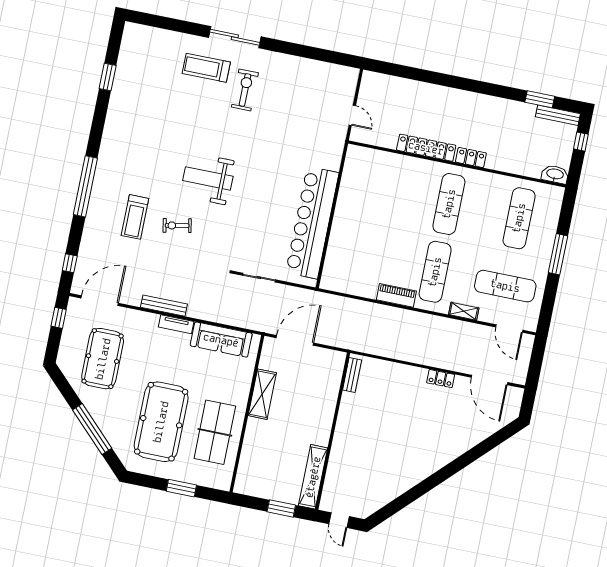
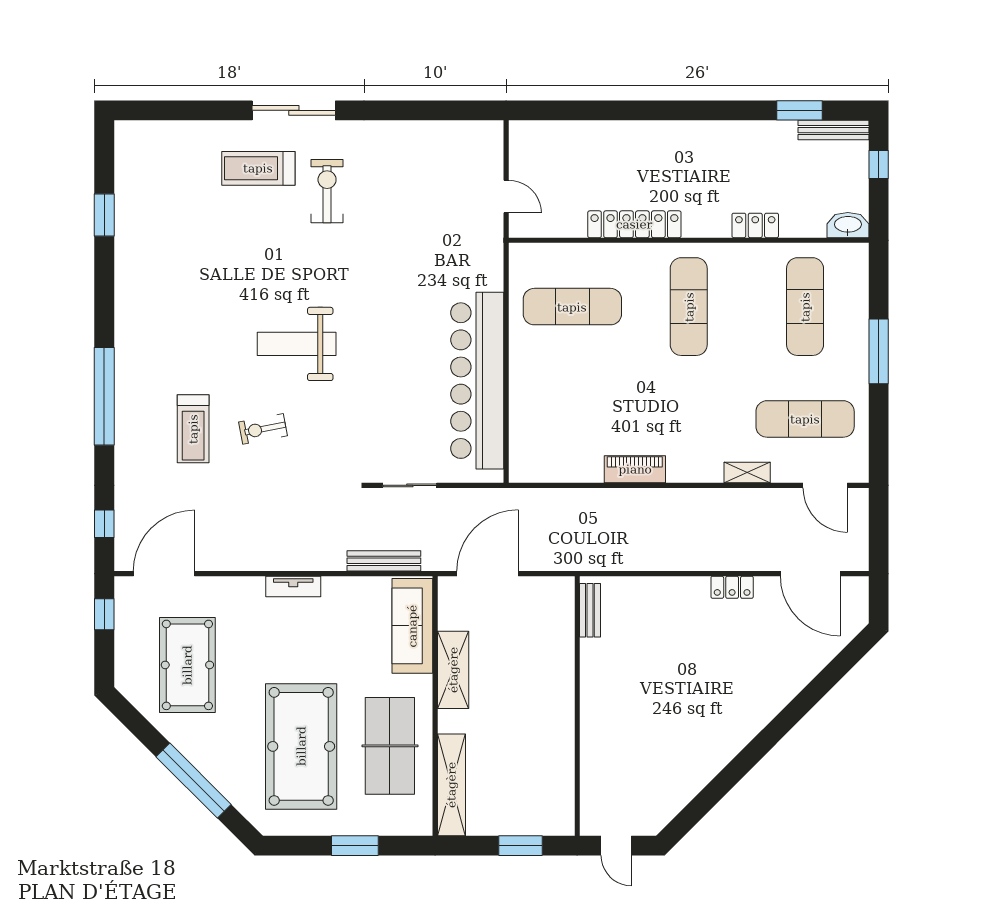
locker: (471, 157) -> (755, 225), moved
exercise mat: (435, 272) -> (572, 307), moved, turned 90
bench: (164, 306) -> (384, 561), moved
sofa: (221, 340) -> (412, 626), moved, turned 90
shelving: (313, 477) -> (451, 785), moved

